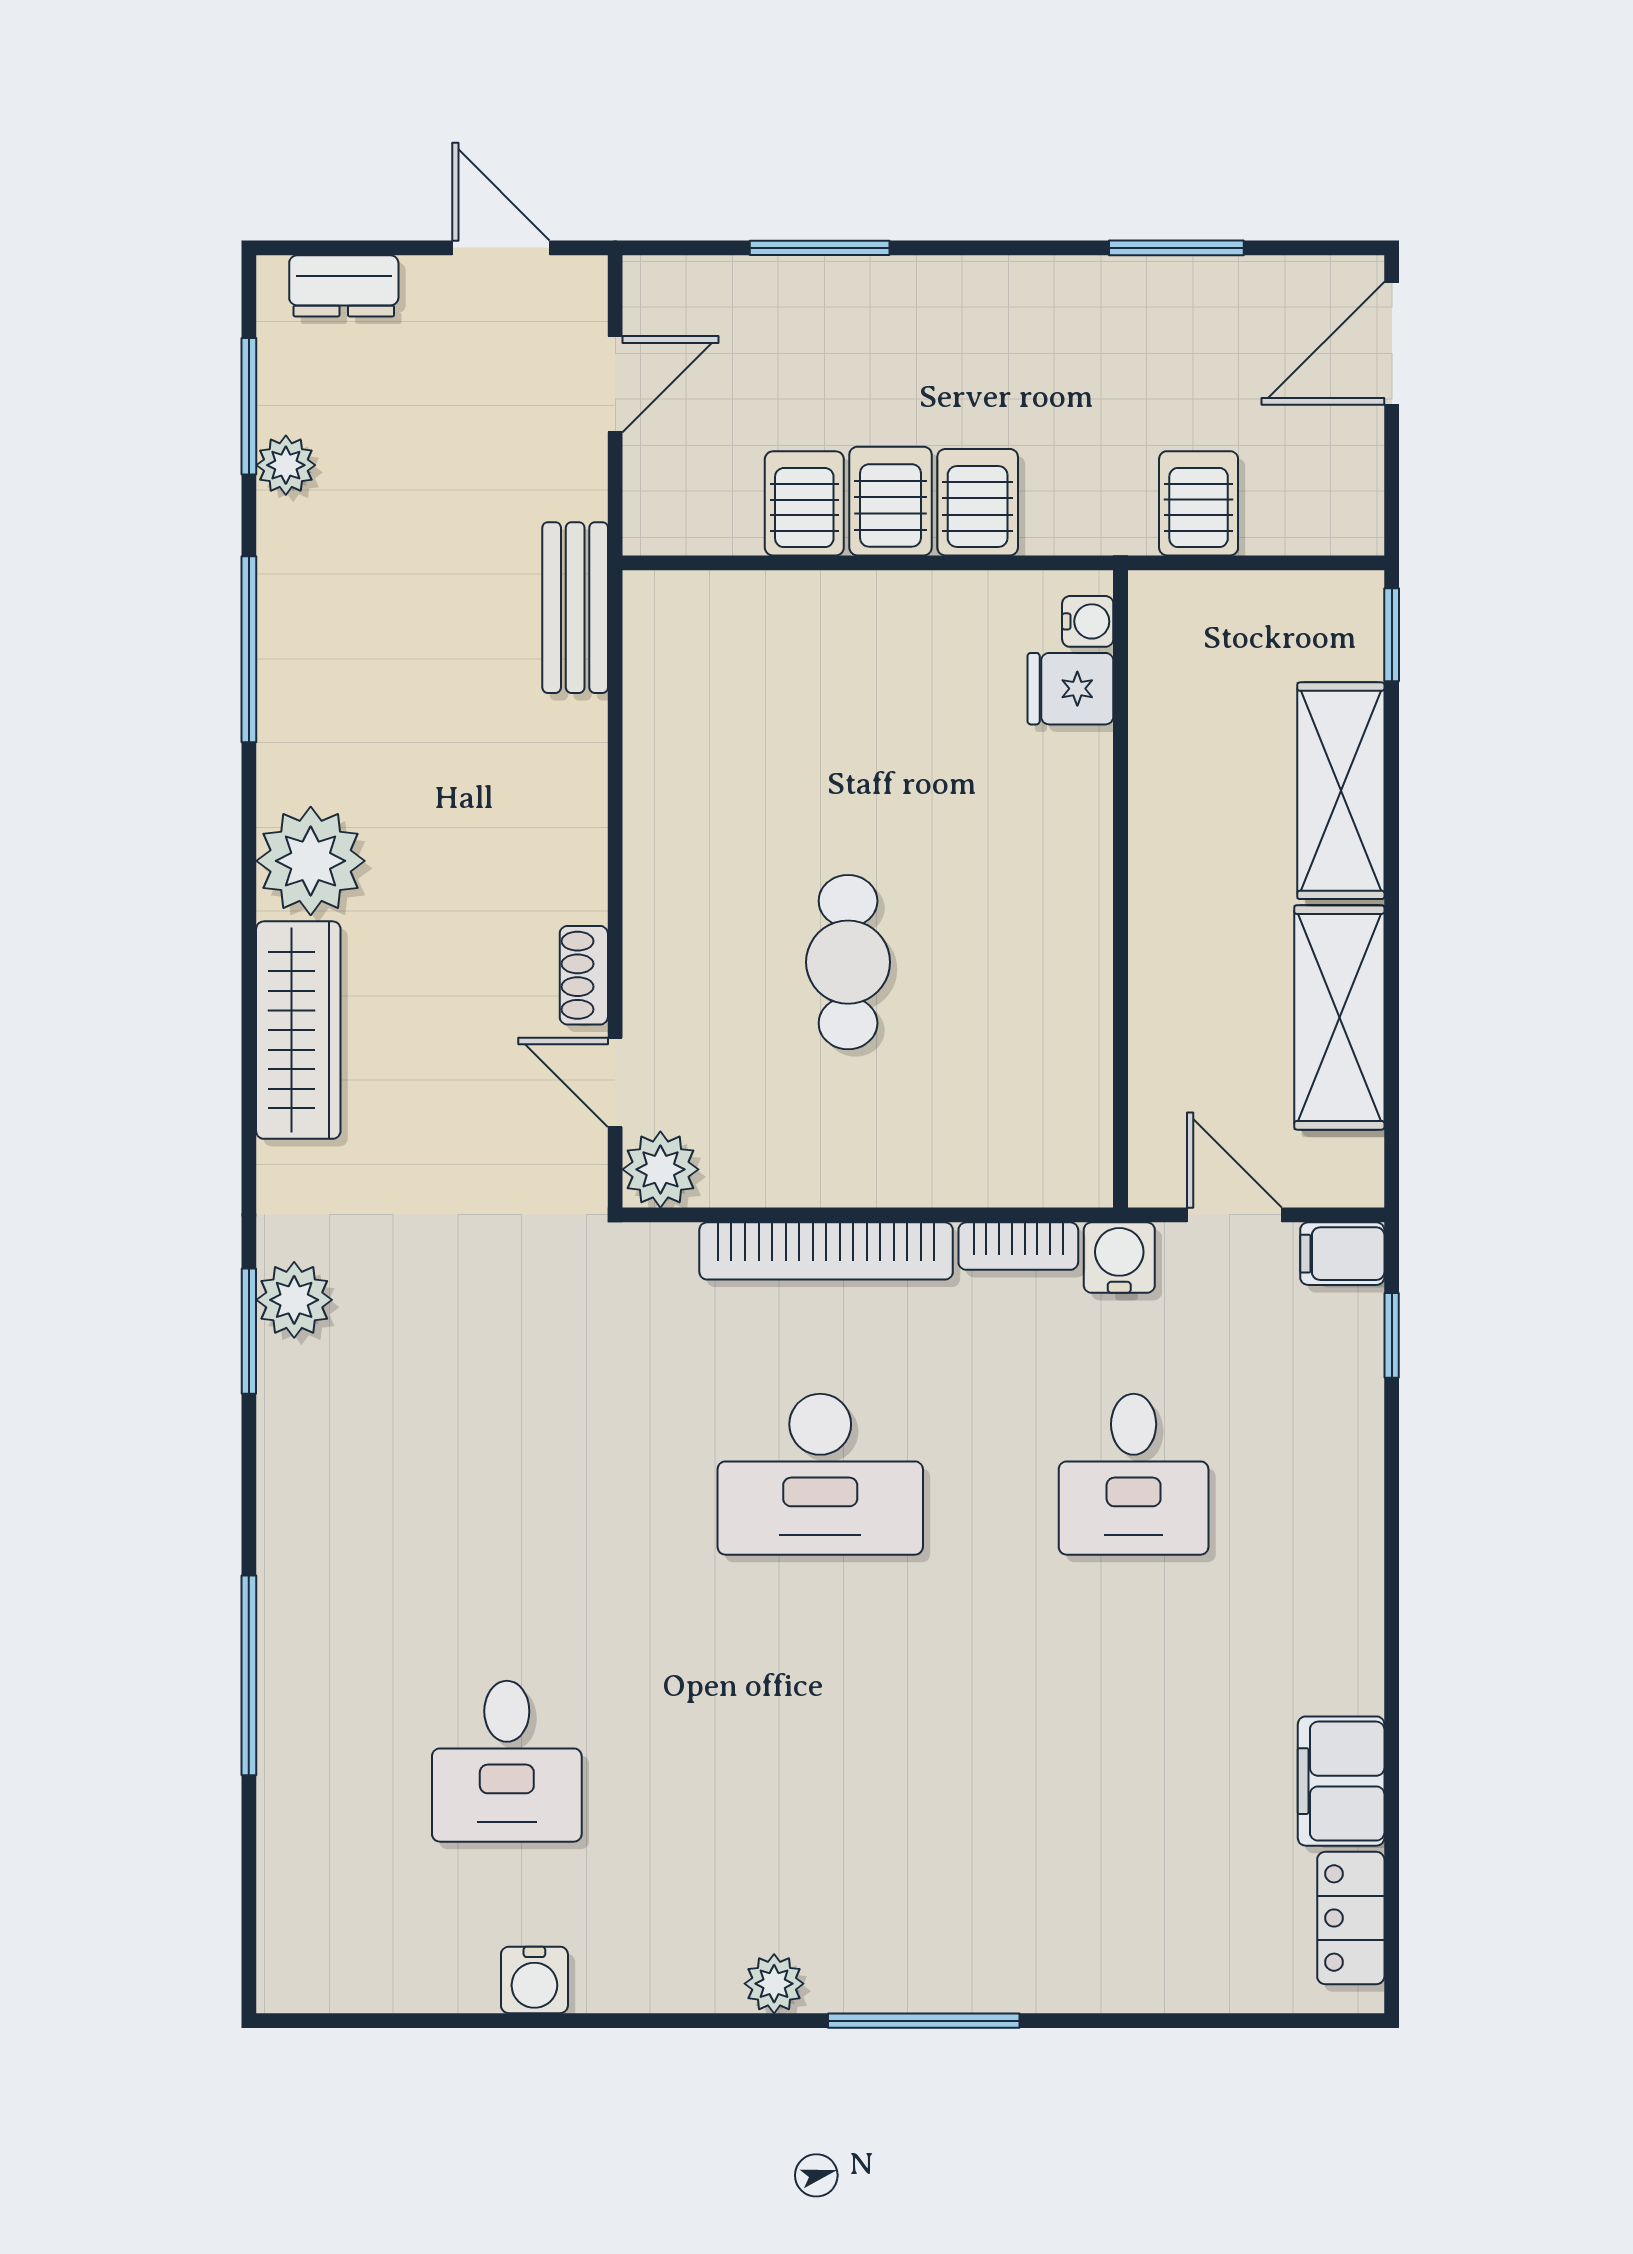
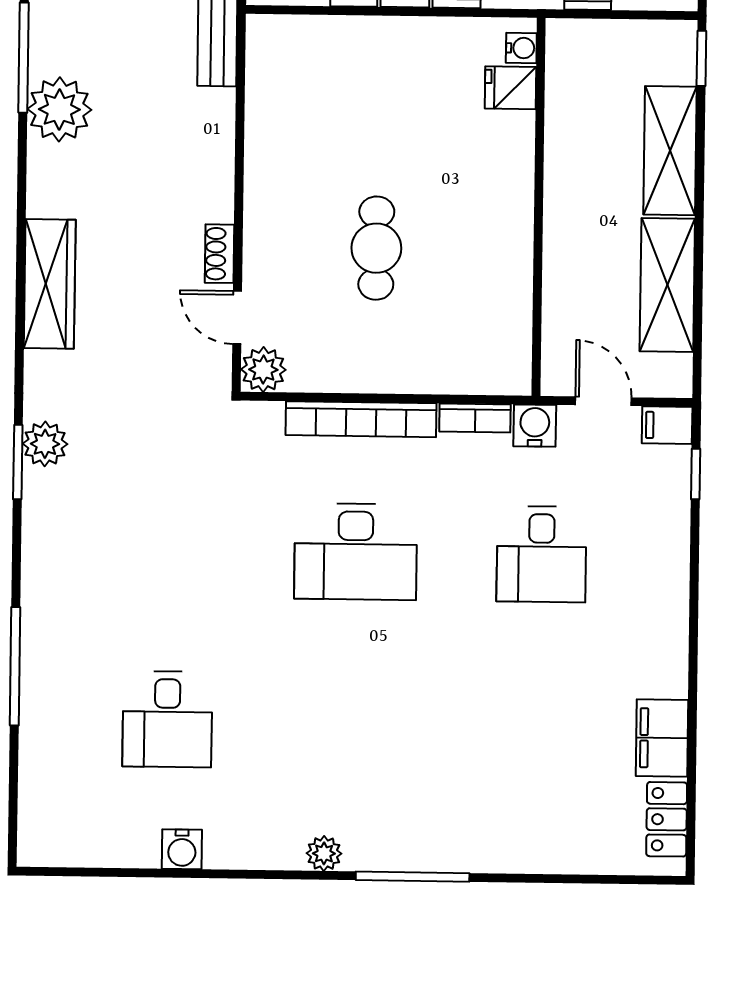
plant: (311, 861) -> (59, 109), moved

